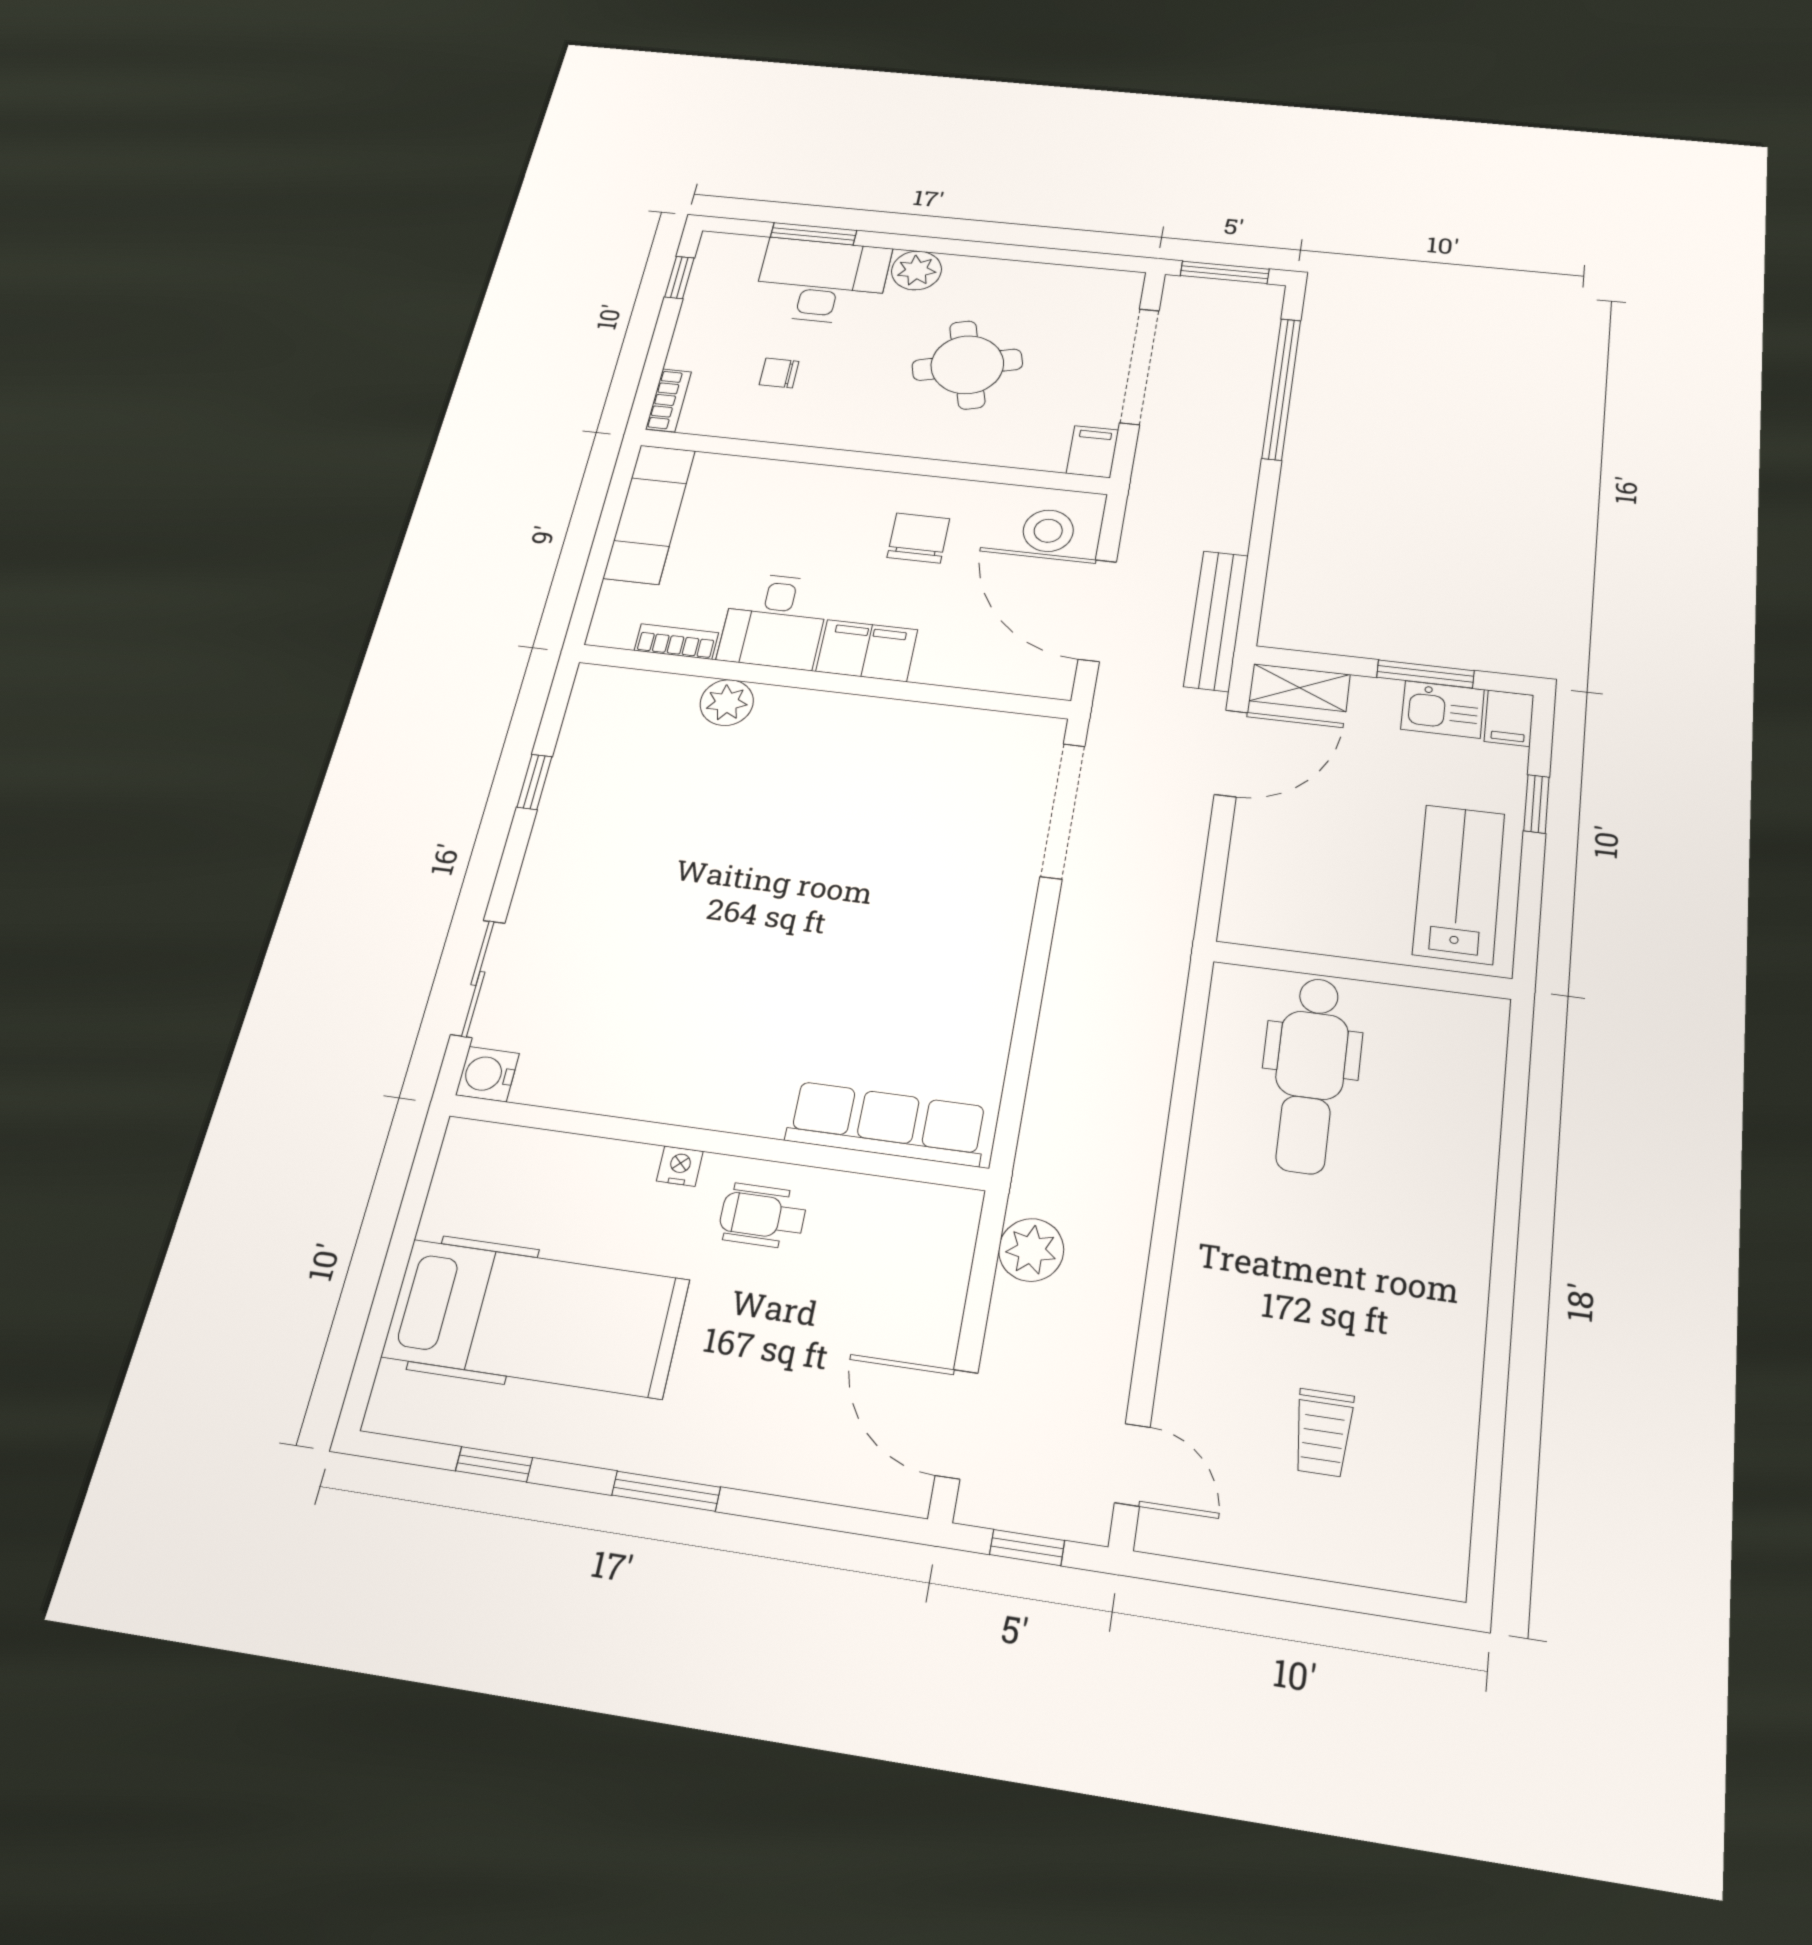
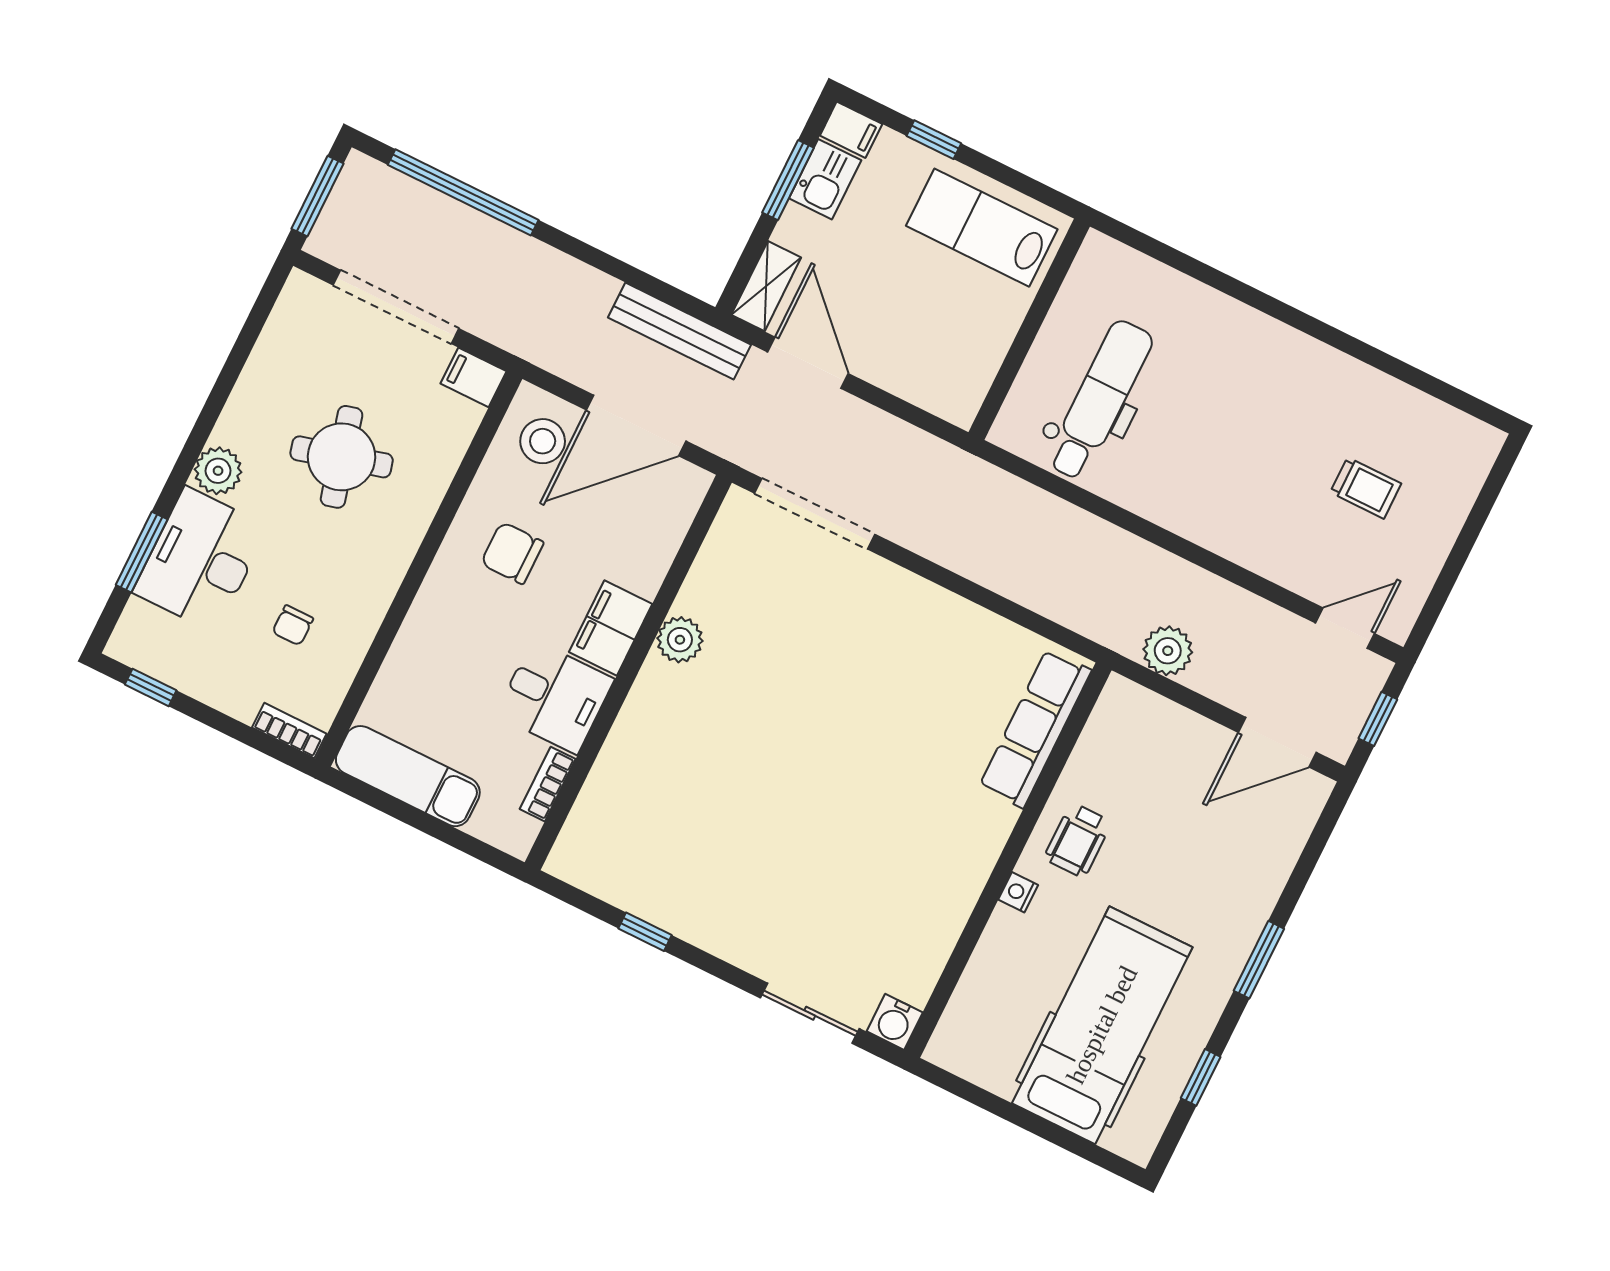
plant: (727, 703) -> (680, 640), moved
dental chair: (1310, 1074) -> (1100, 400), turned -90

